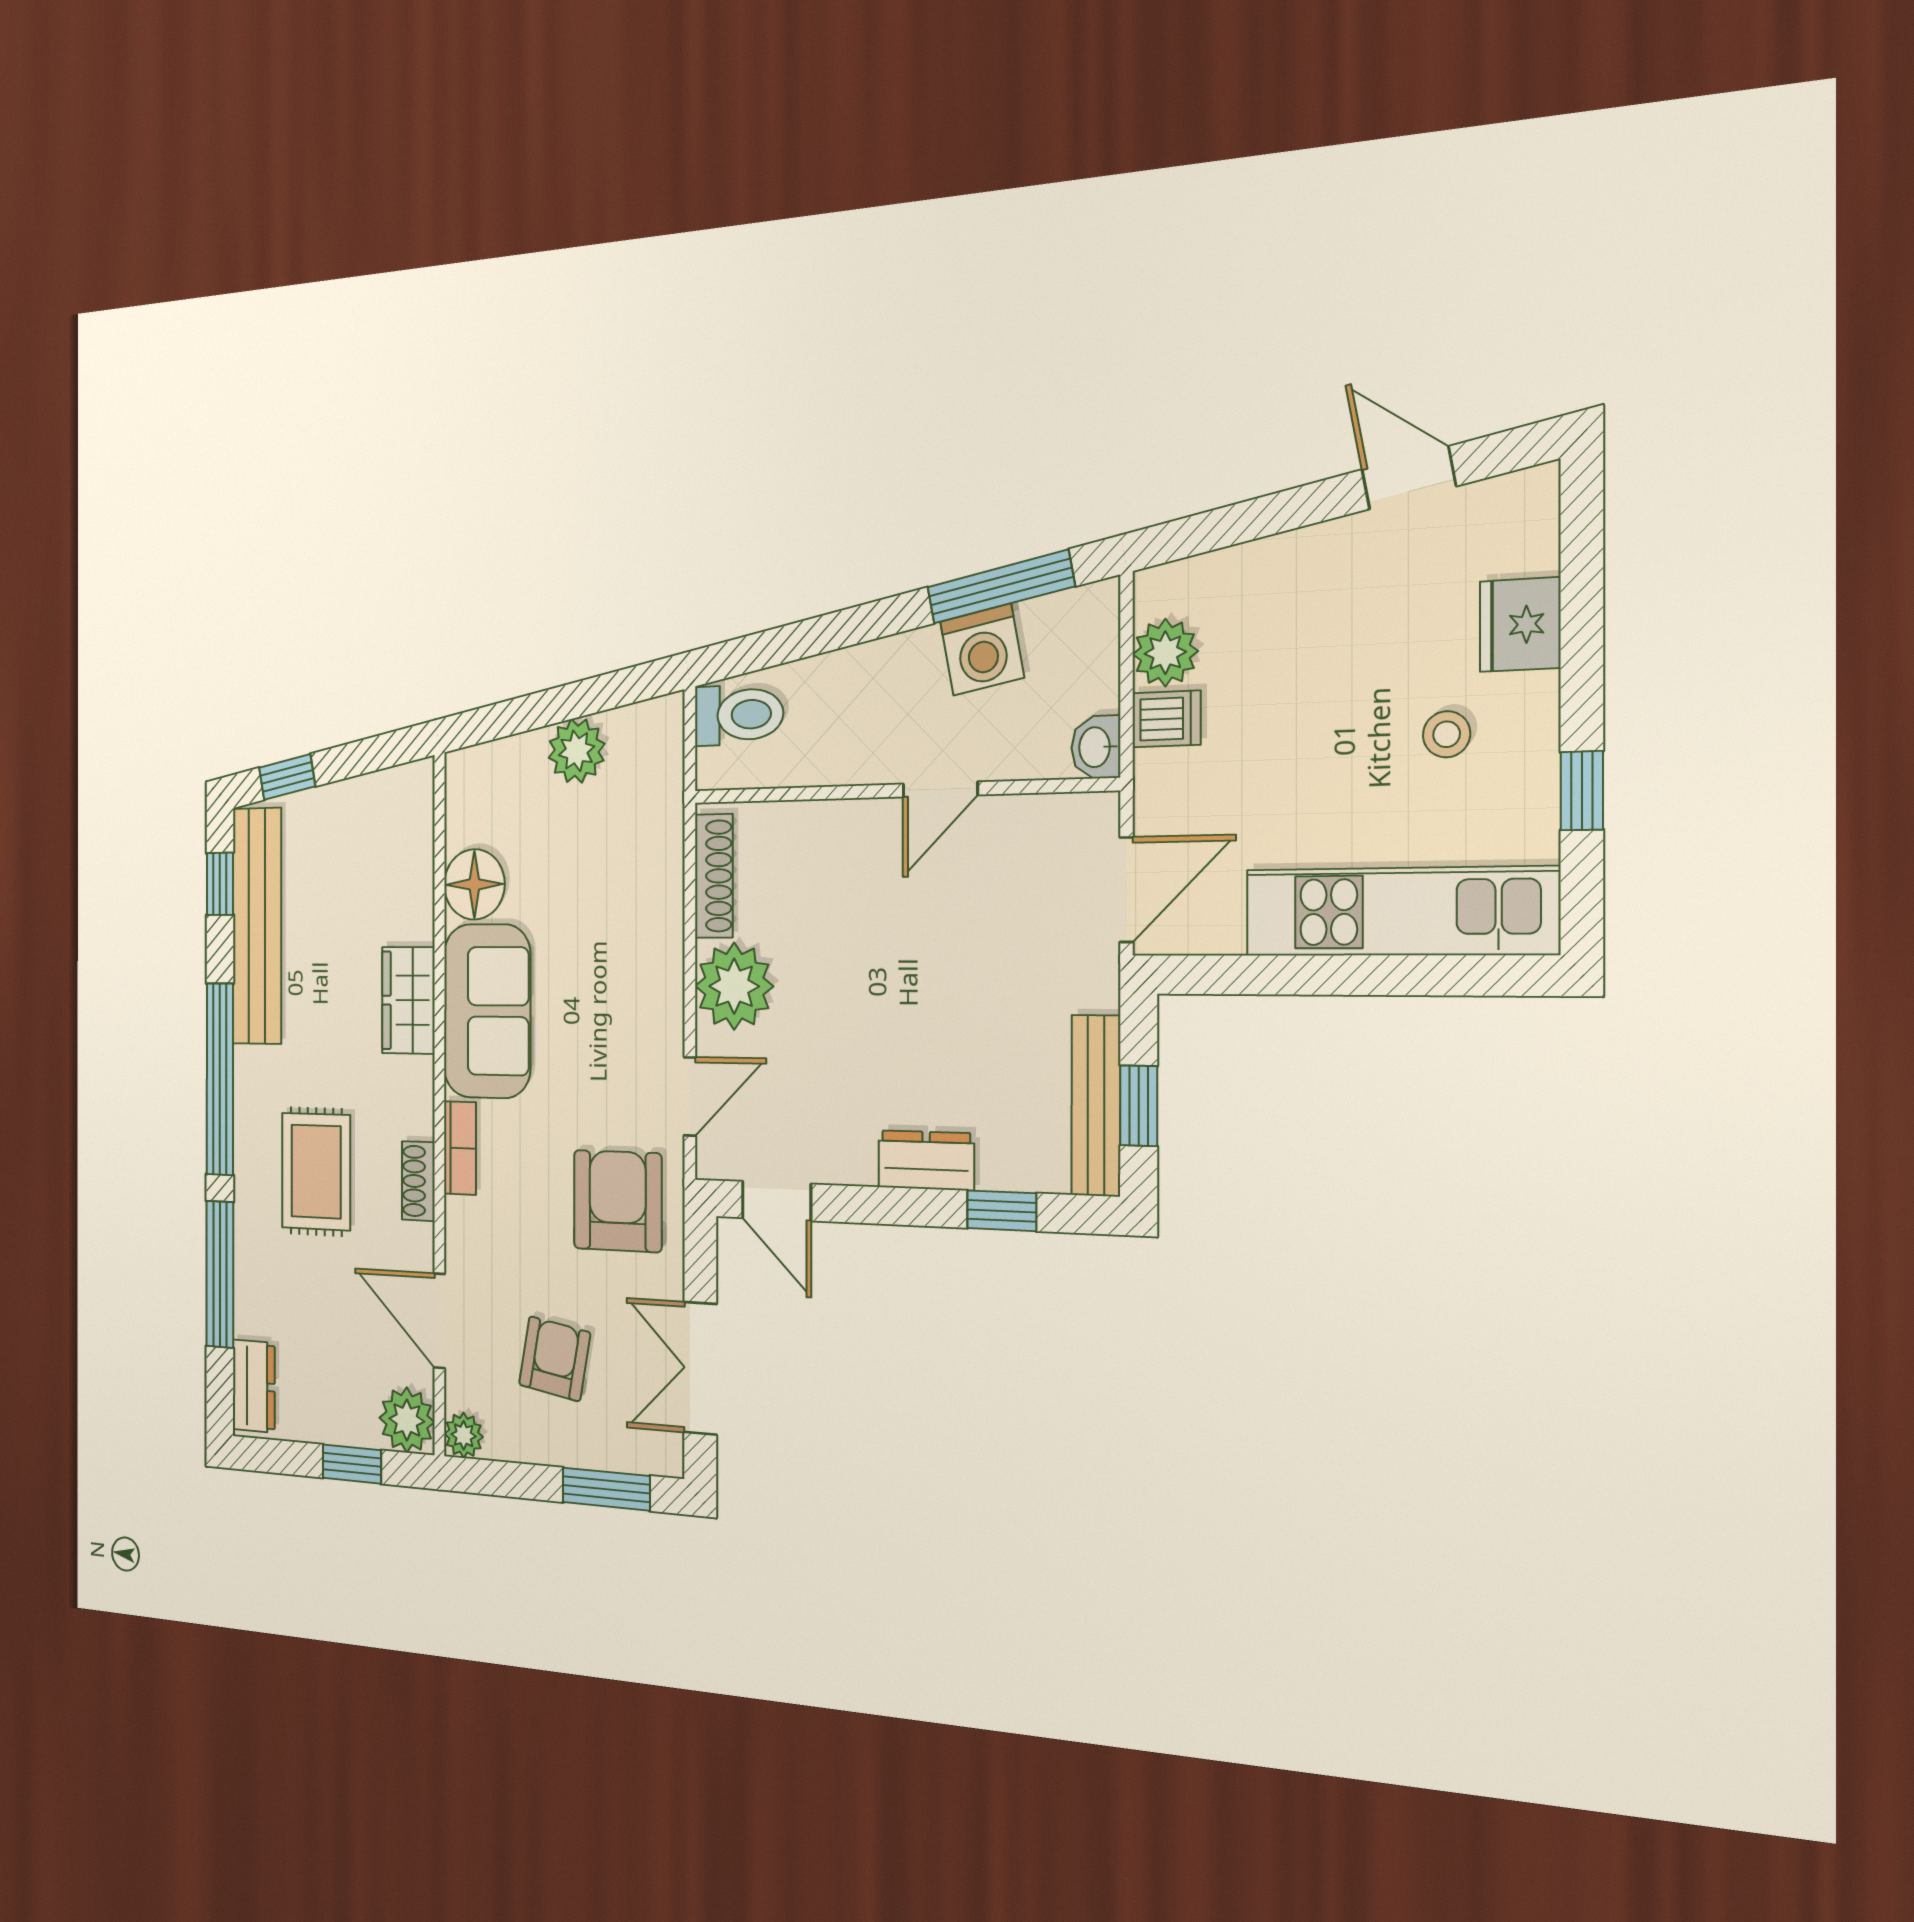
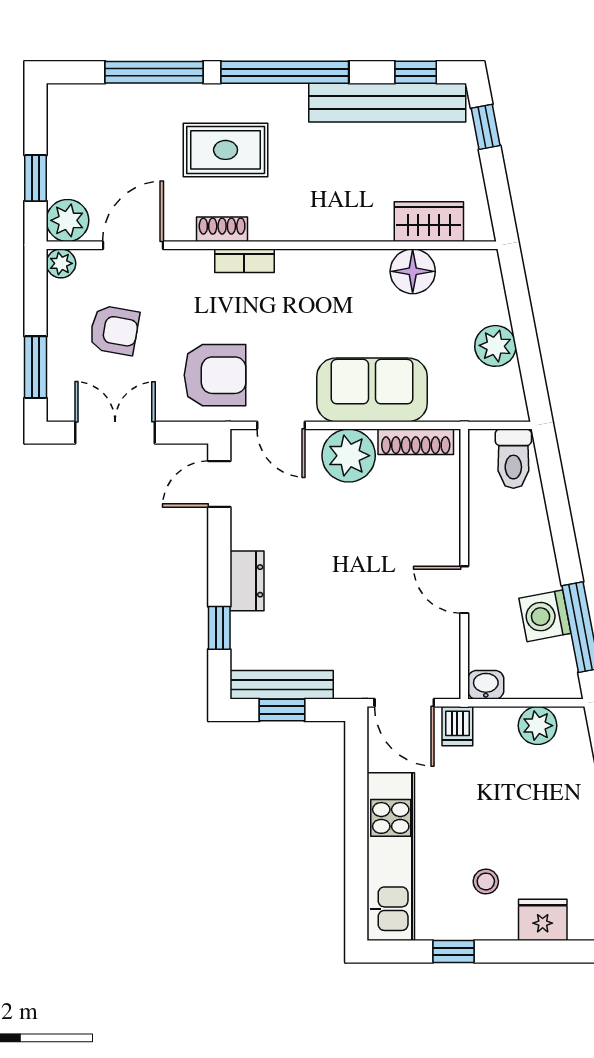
dishwasher: (1166, 719) -> (457, 726), moved
wardrobe: (408, 1000) -> (429, 222), moved
sofa: (487, 1011) -> (372, 390), moved, turned 180
dresser: (254, 1386) -> (81, 100), removed

